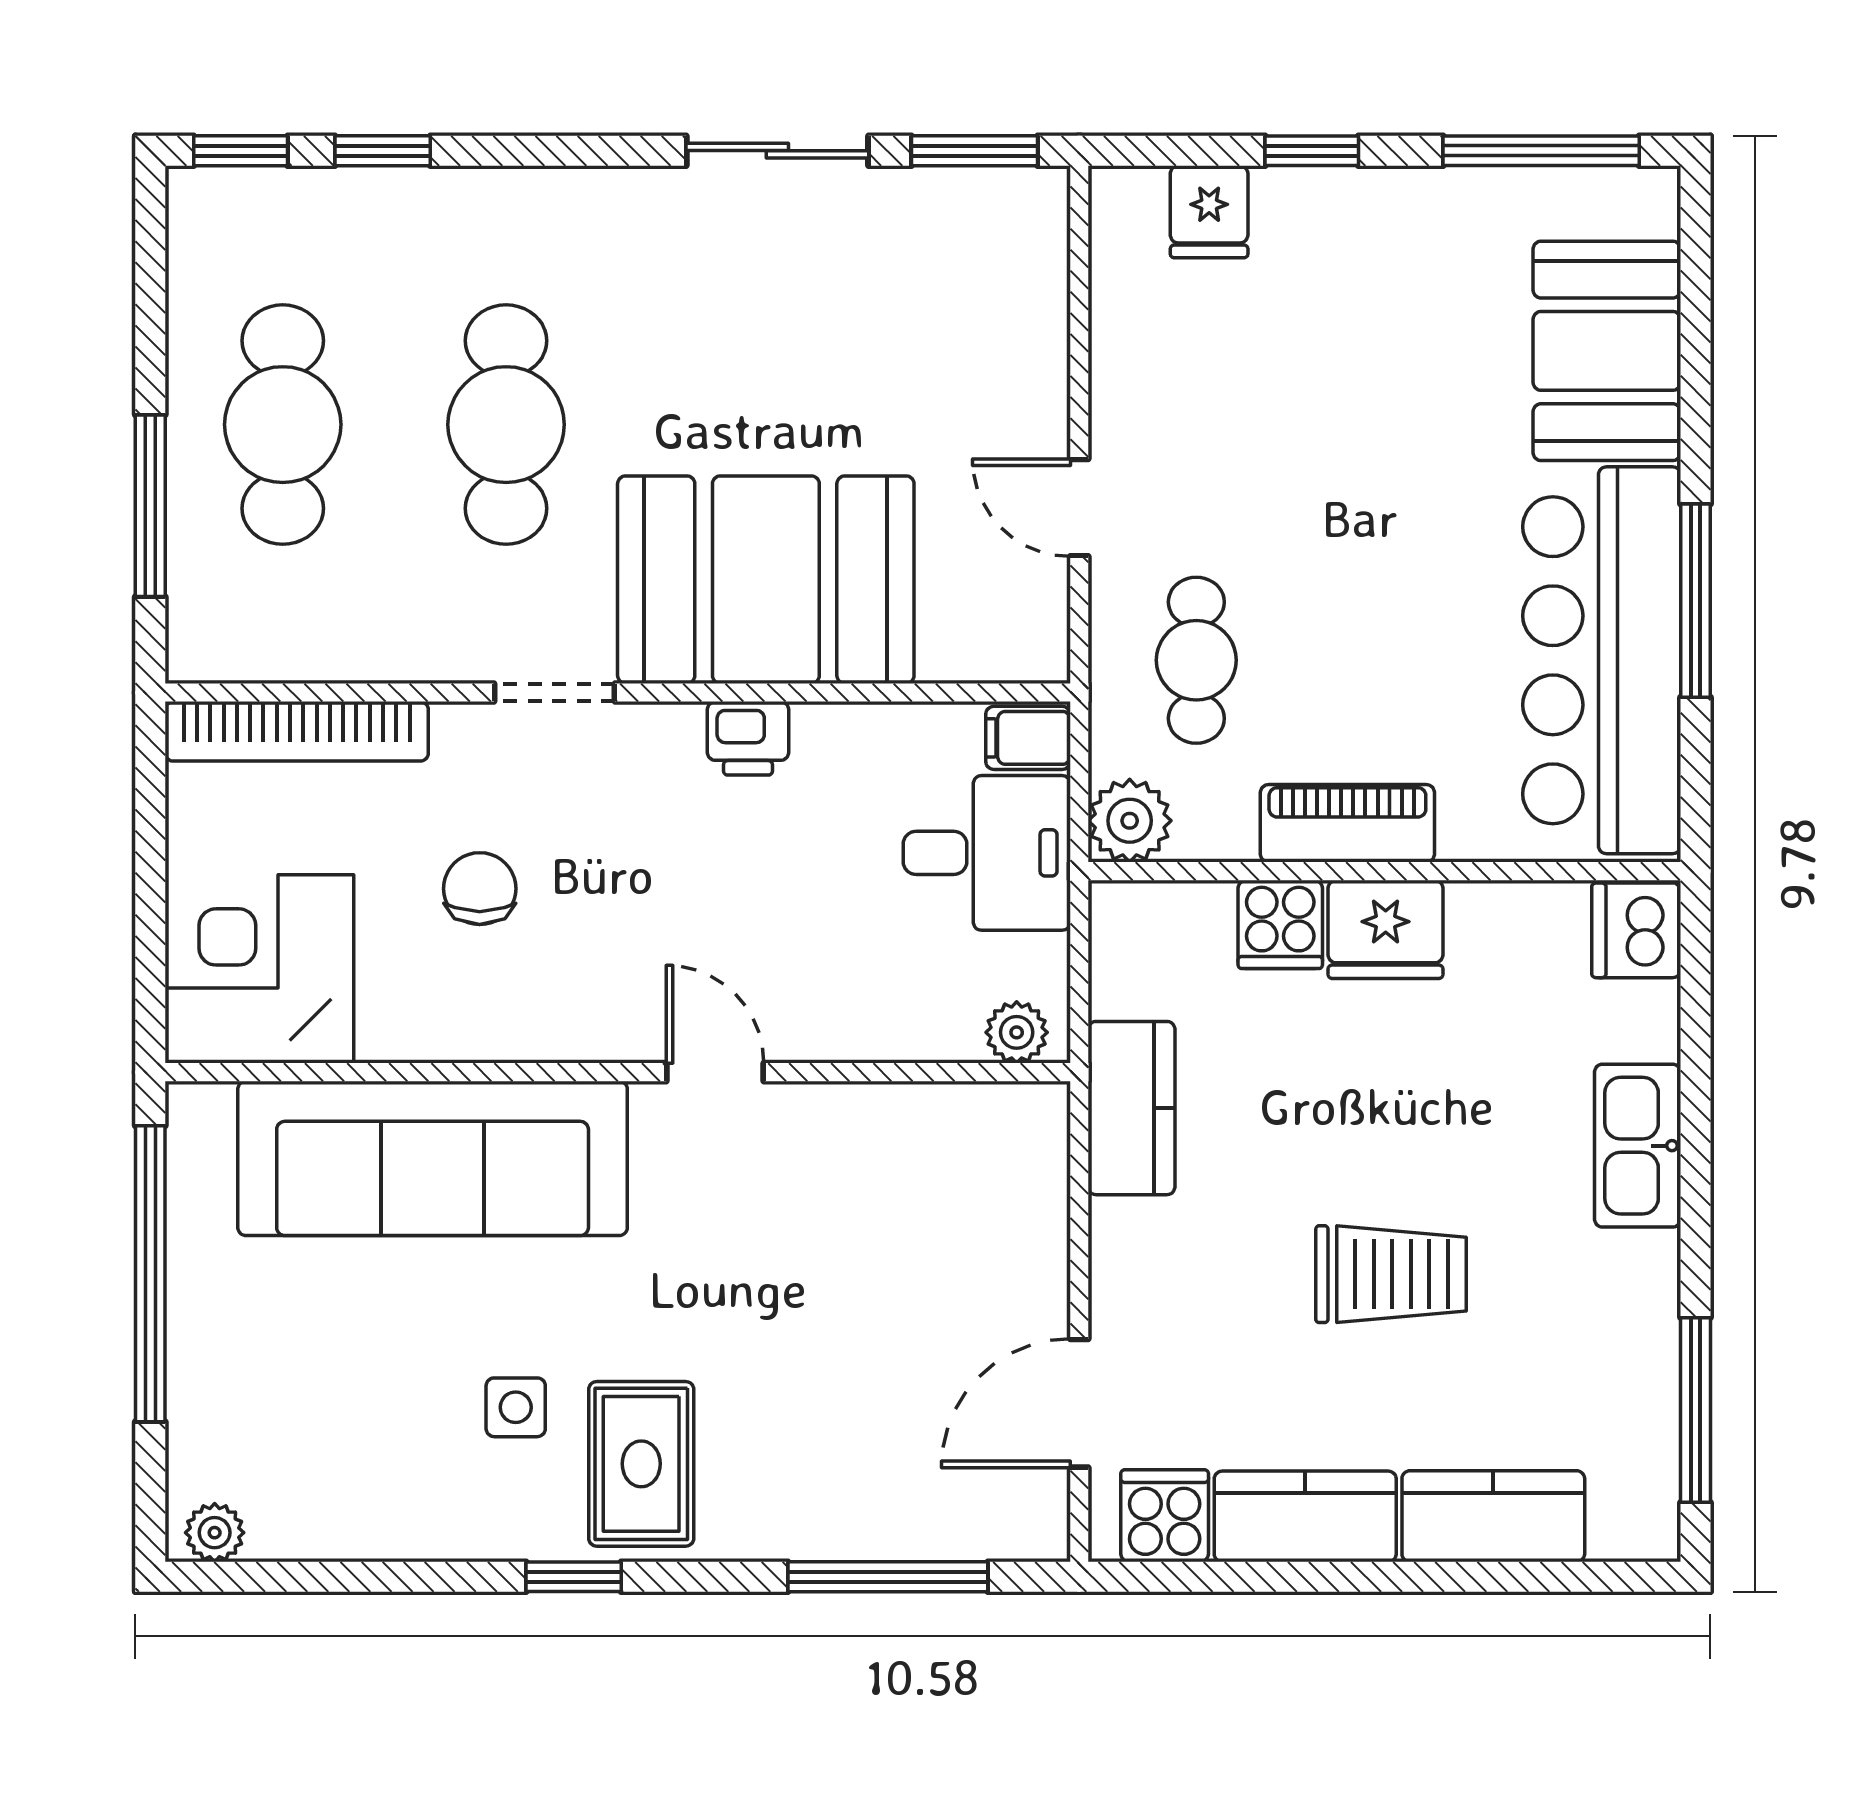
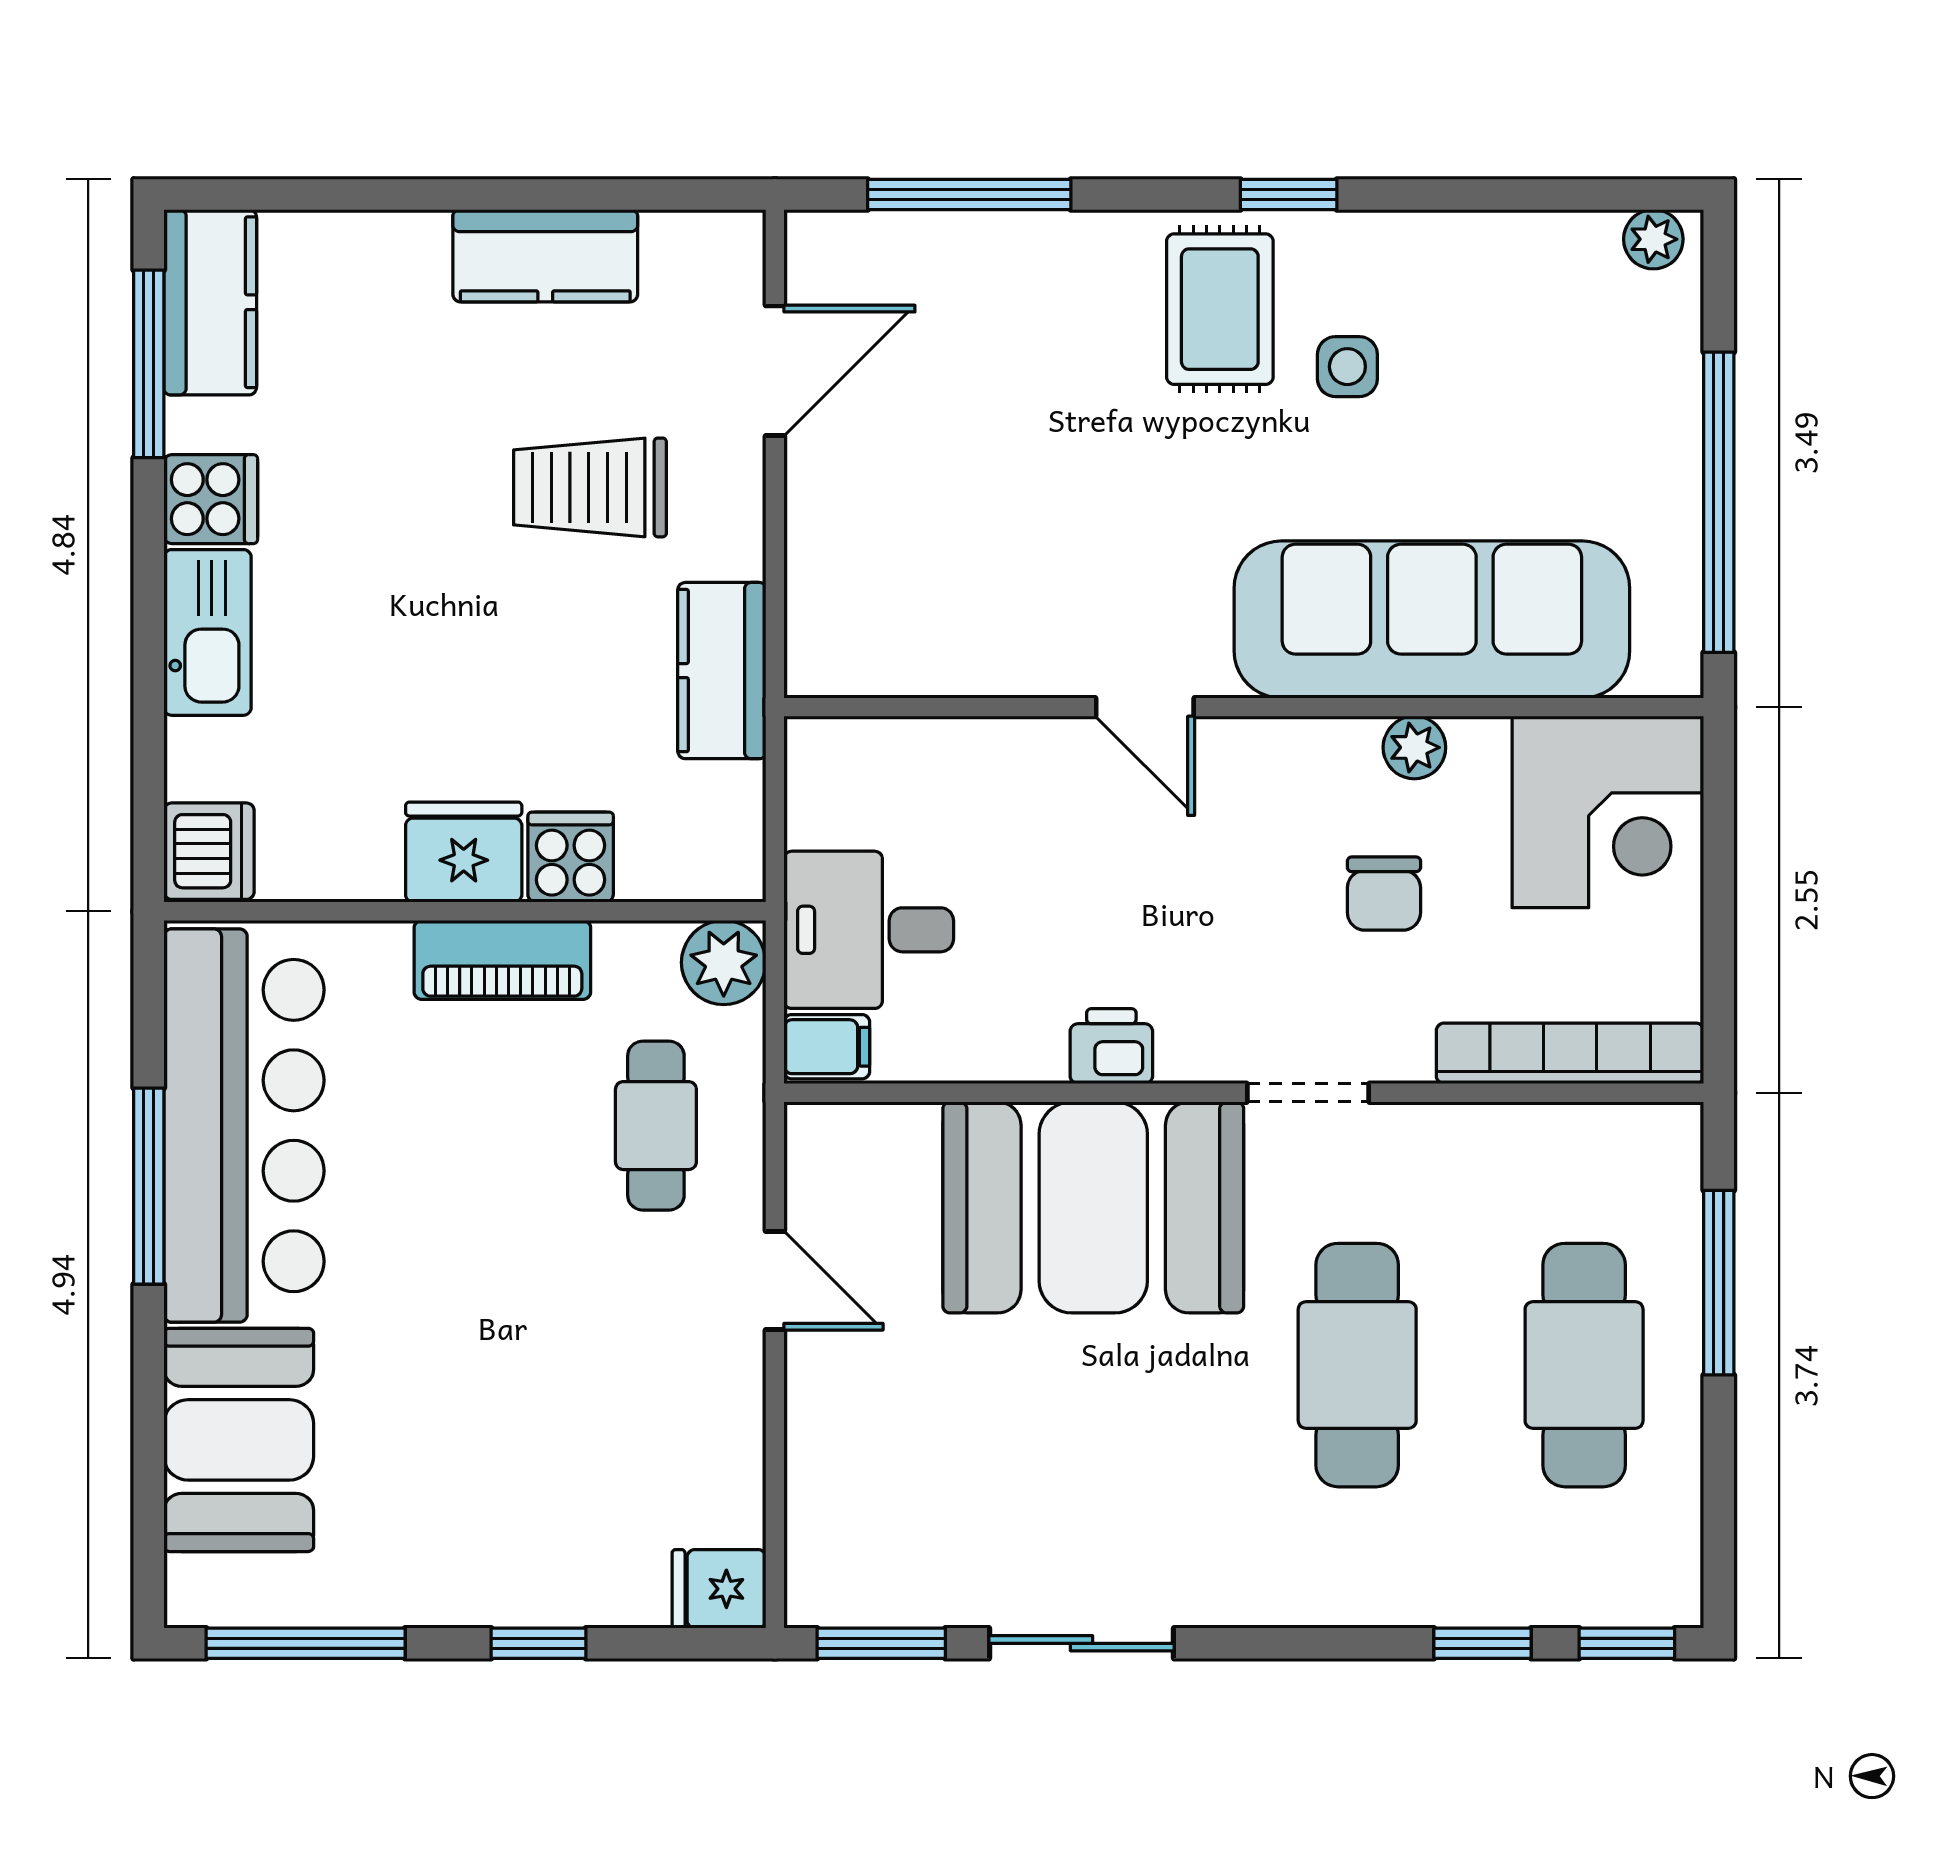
fridge: (1209, 212) -> (719, 1589), moved, turned -90
plant: (1017, 1032) -> (1414, 747), moved
trolley: (1391, 1274) -> (590, 487), moved
cooker: (1165, 1516) -> (211, 499), moved, turned -90
kitchen counter: (1493, 1516) -> (210, 302), moved, turned -90

